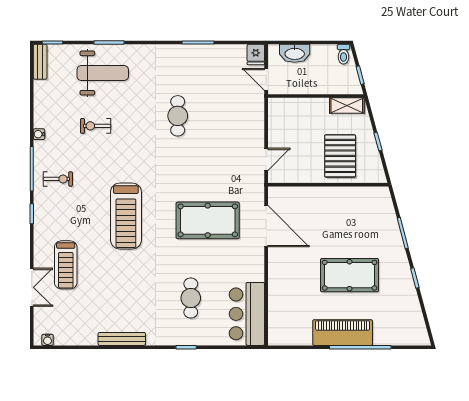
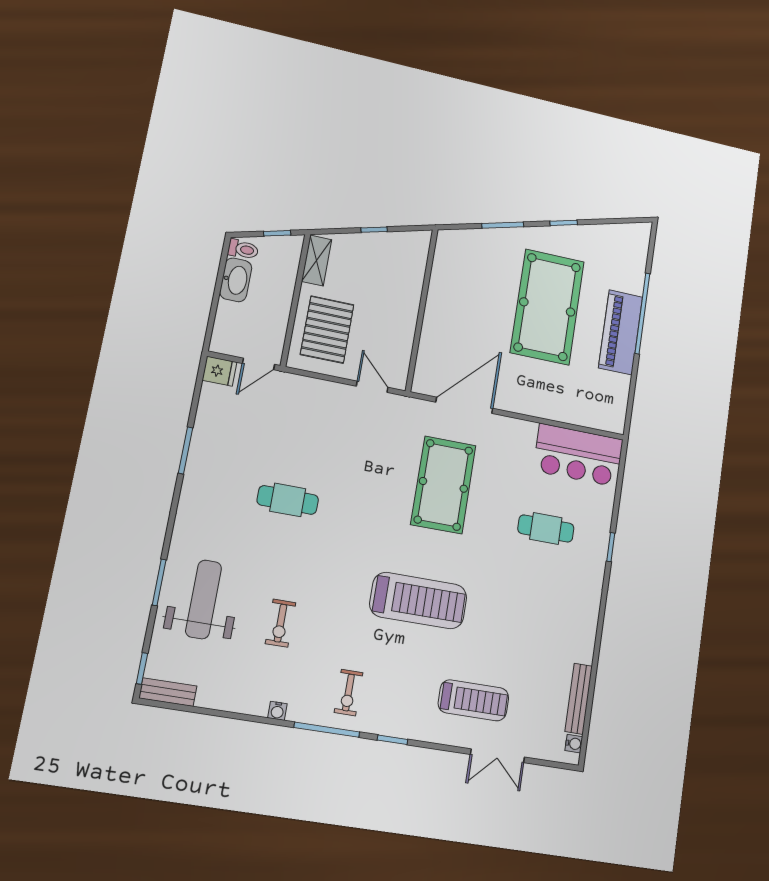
washbasin: (295, 53) -> (236, 280), moved
pallet: (340, 156) -> (327, 330), moved, turned 90
exercise bike: (58, 179) -> (348, 693), turned 180
pool table: (350, 275) -> (547, 307), width x1.36, depth x1.32
double door: (32, 287) -> (497, 756), swing flipped
bench: (122, 339) -> (579, 699), moved

